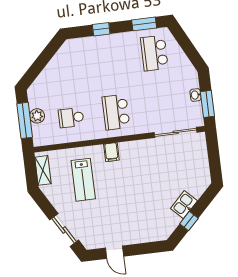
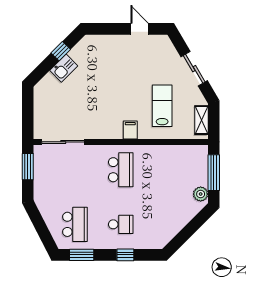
washbasin: (195, 95) -> (39, 177), removed
plant: (37, 116) -> (201, 194), moved
school desk: (71, 118) -> (121, 224), moved
sliding door: (64, 230) -> (194, 69), moved

